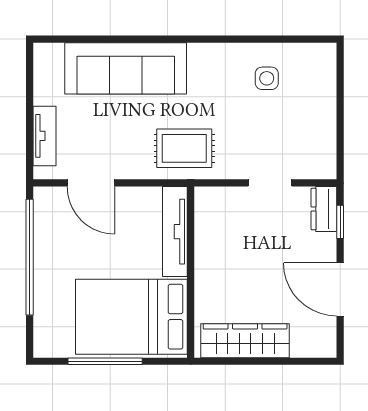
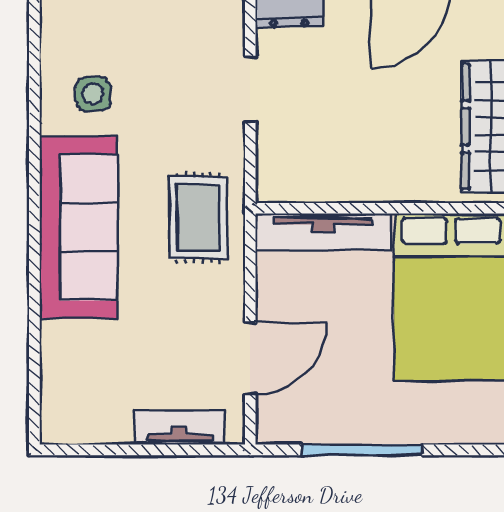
sofa: (126, 68) -> (78, 227), moved
window: (30, 257) -> (362, 450), width x0.68

